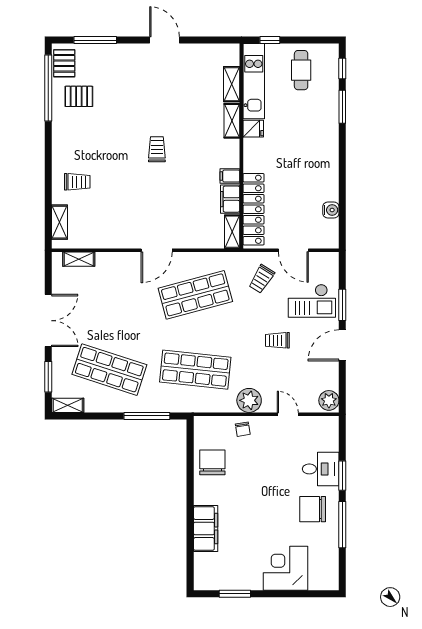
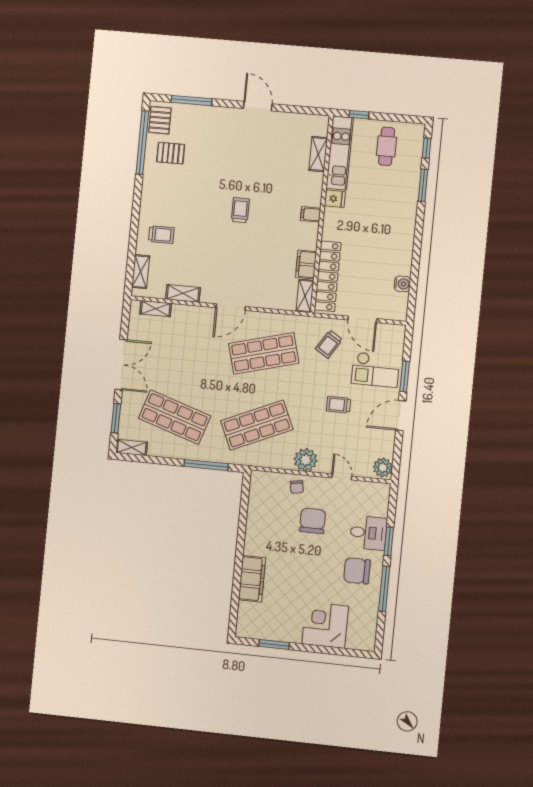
shelving: (232, 121) -> (183, 293), moved, turned 90
filing cabinet: (230, 176) -> (311, 214), moved
shop shelf: (195, 370) -> (257, 425), turned -30
chair: (212, 462) -> (313, 521), moved

